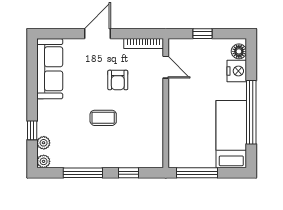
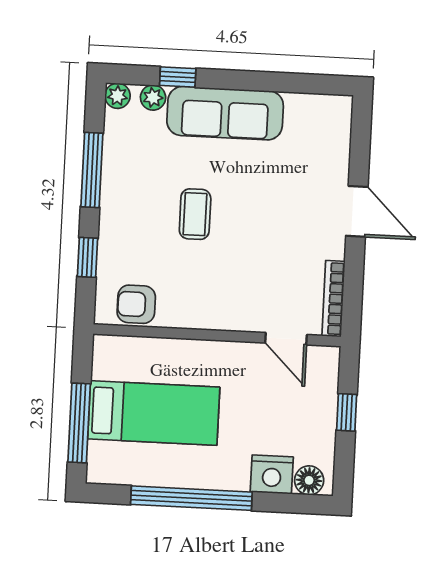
door: (166, 67) -> (286, 339), hinge flipped
sofa: (50, 69) -> (225, 113), moved
armchair: (118, 80) -> (136, 304), moved
bed: (231, 134) -> (154, 413), moved
window: (197, 173) -> (79, 423), moved

